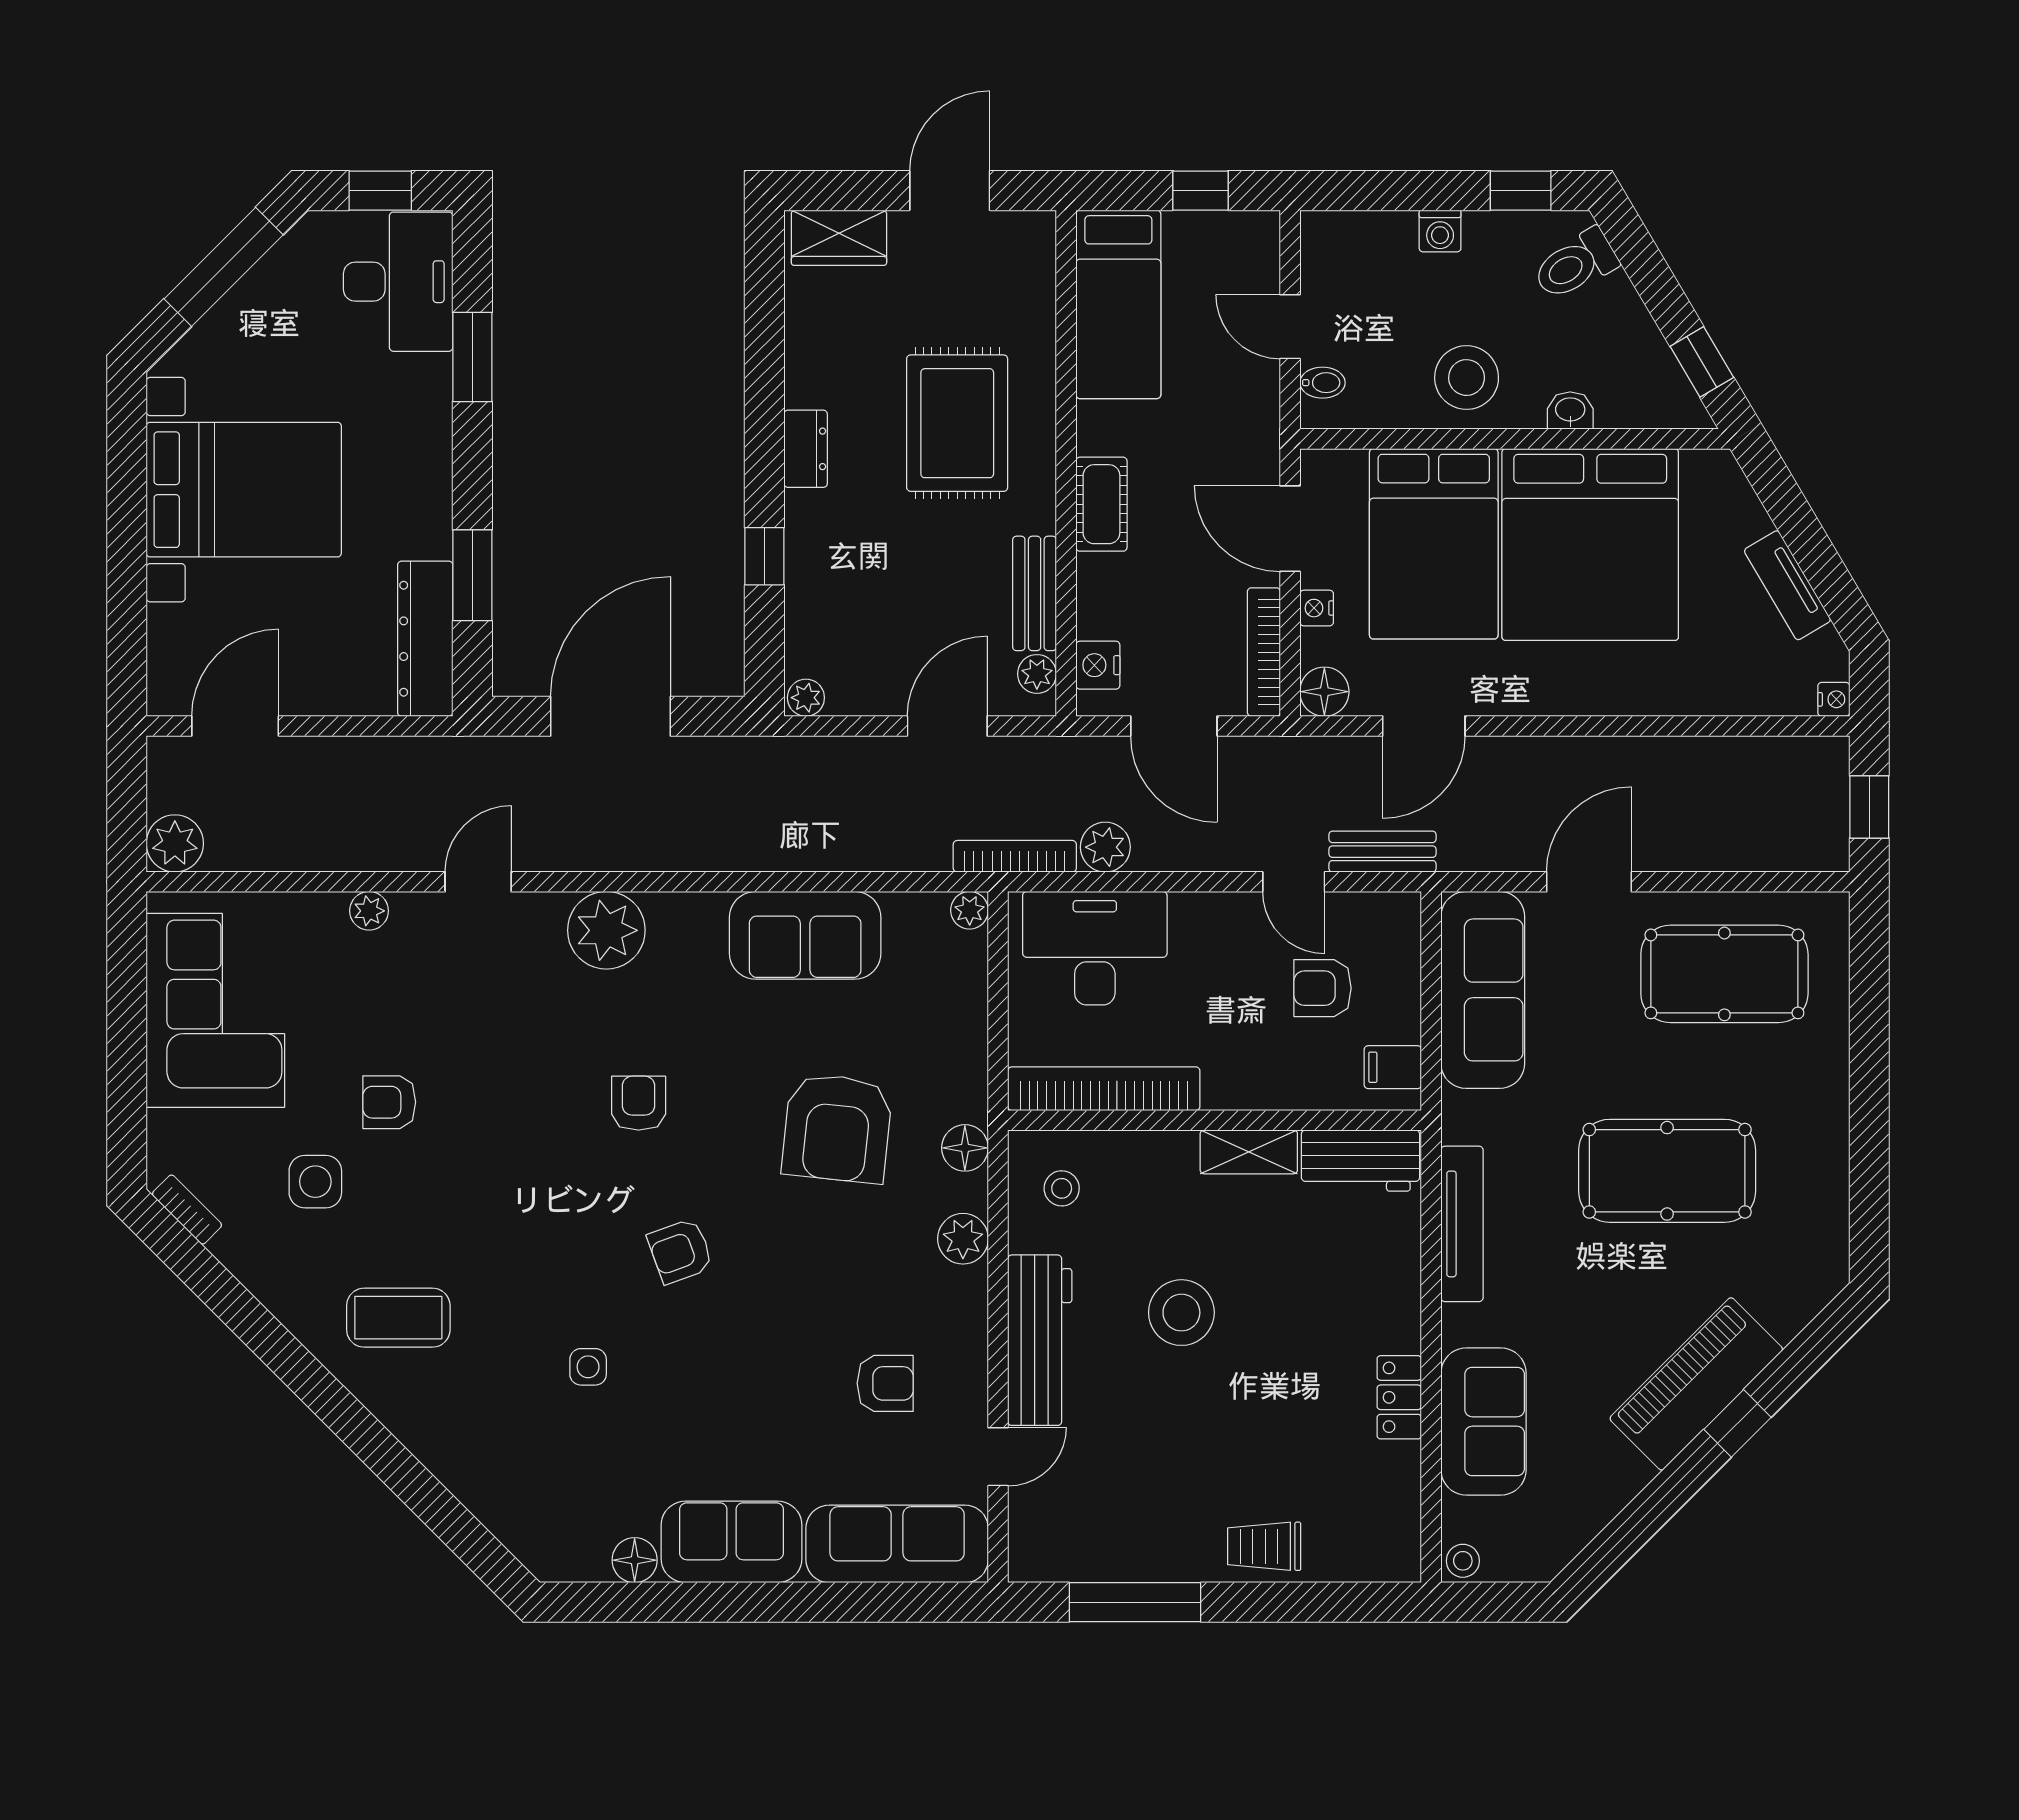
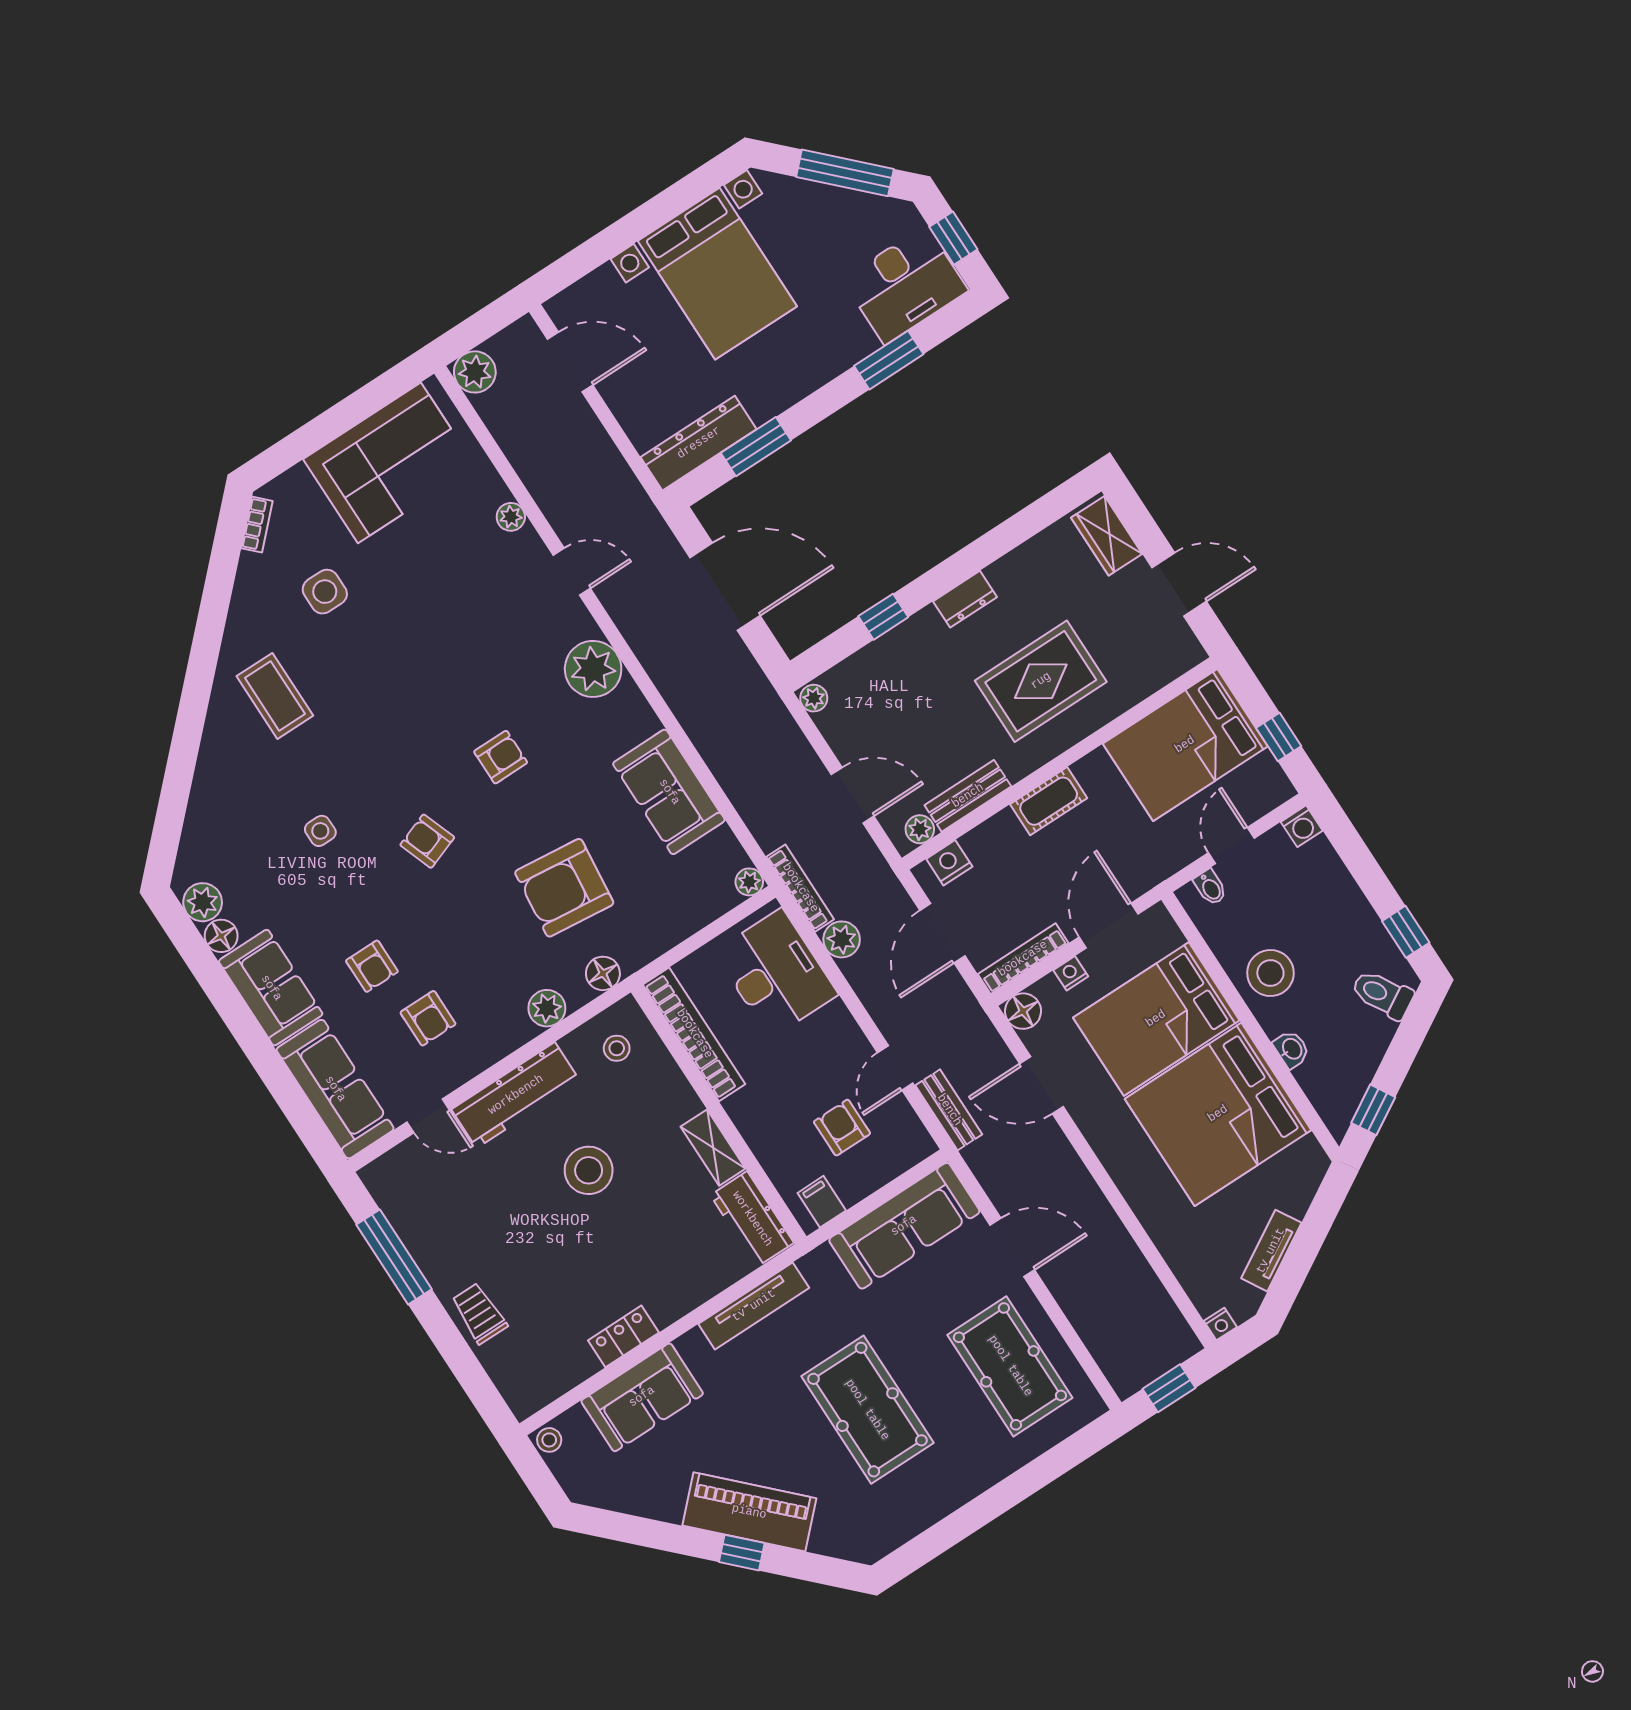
washing machine: (1440, 231) -> (1302, 826), moved, turned -90
bed: (1118, 304) -> (1185, 745), width x1.50
armchair: (389, 1102) -> (372, 966), moved, turned 180
plant: (582, 1556) -> (203, 902), added

